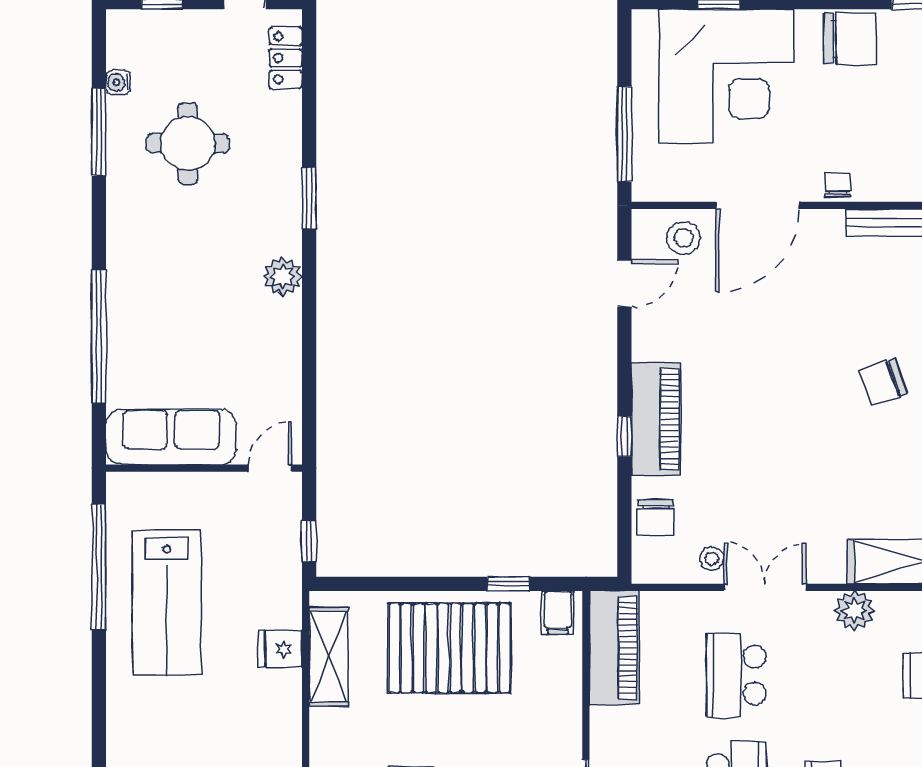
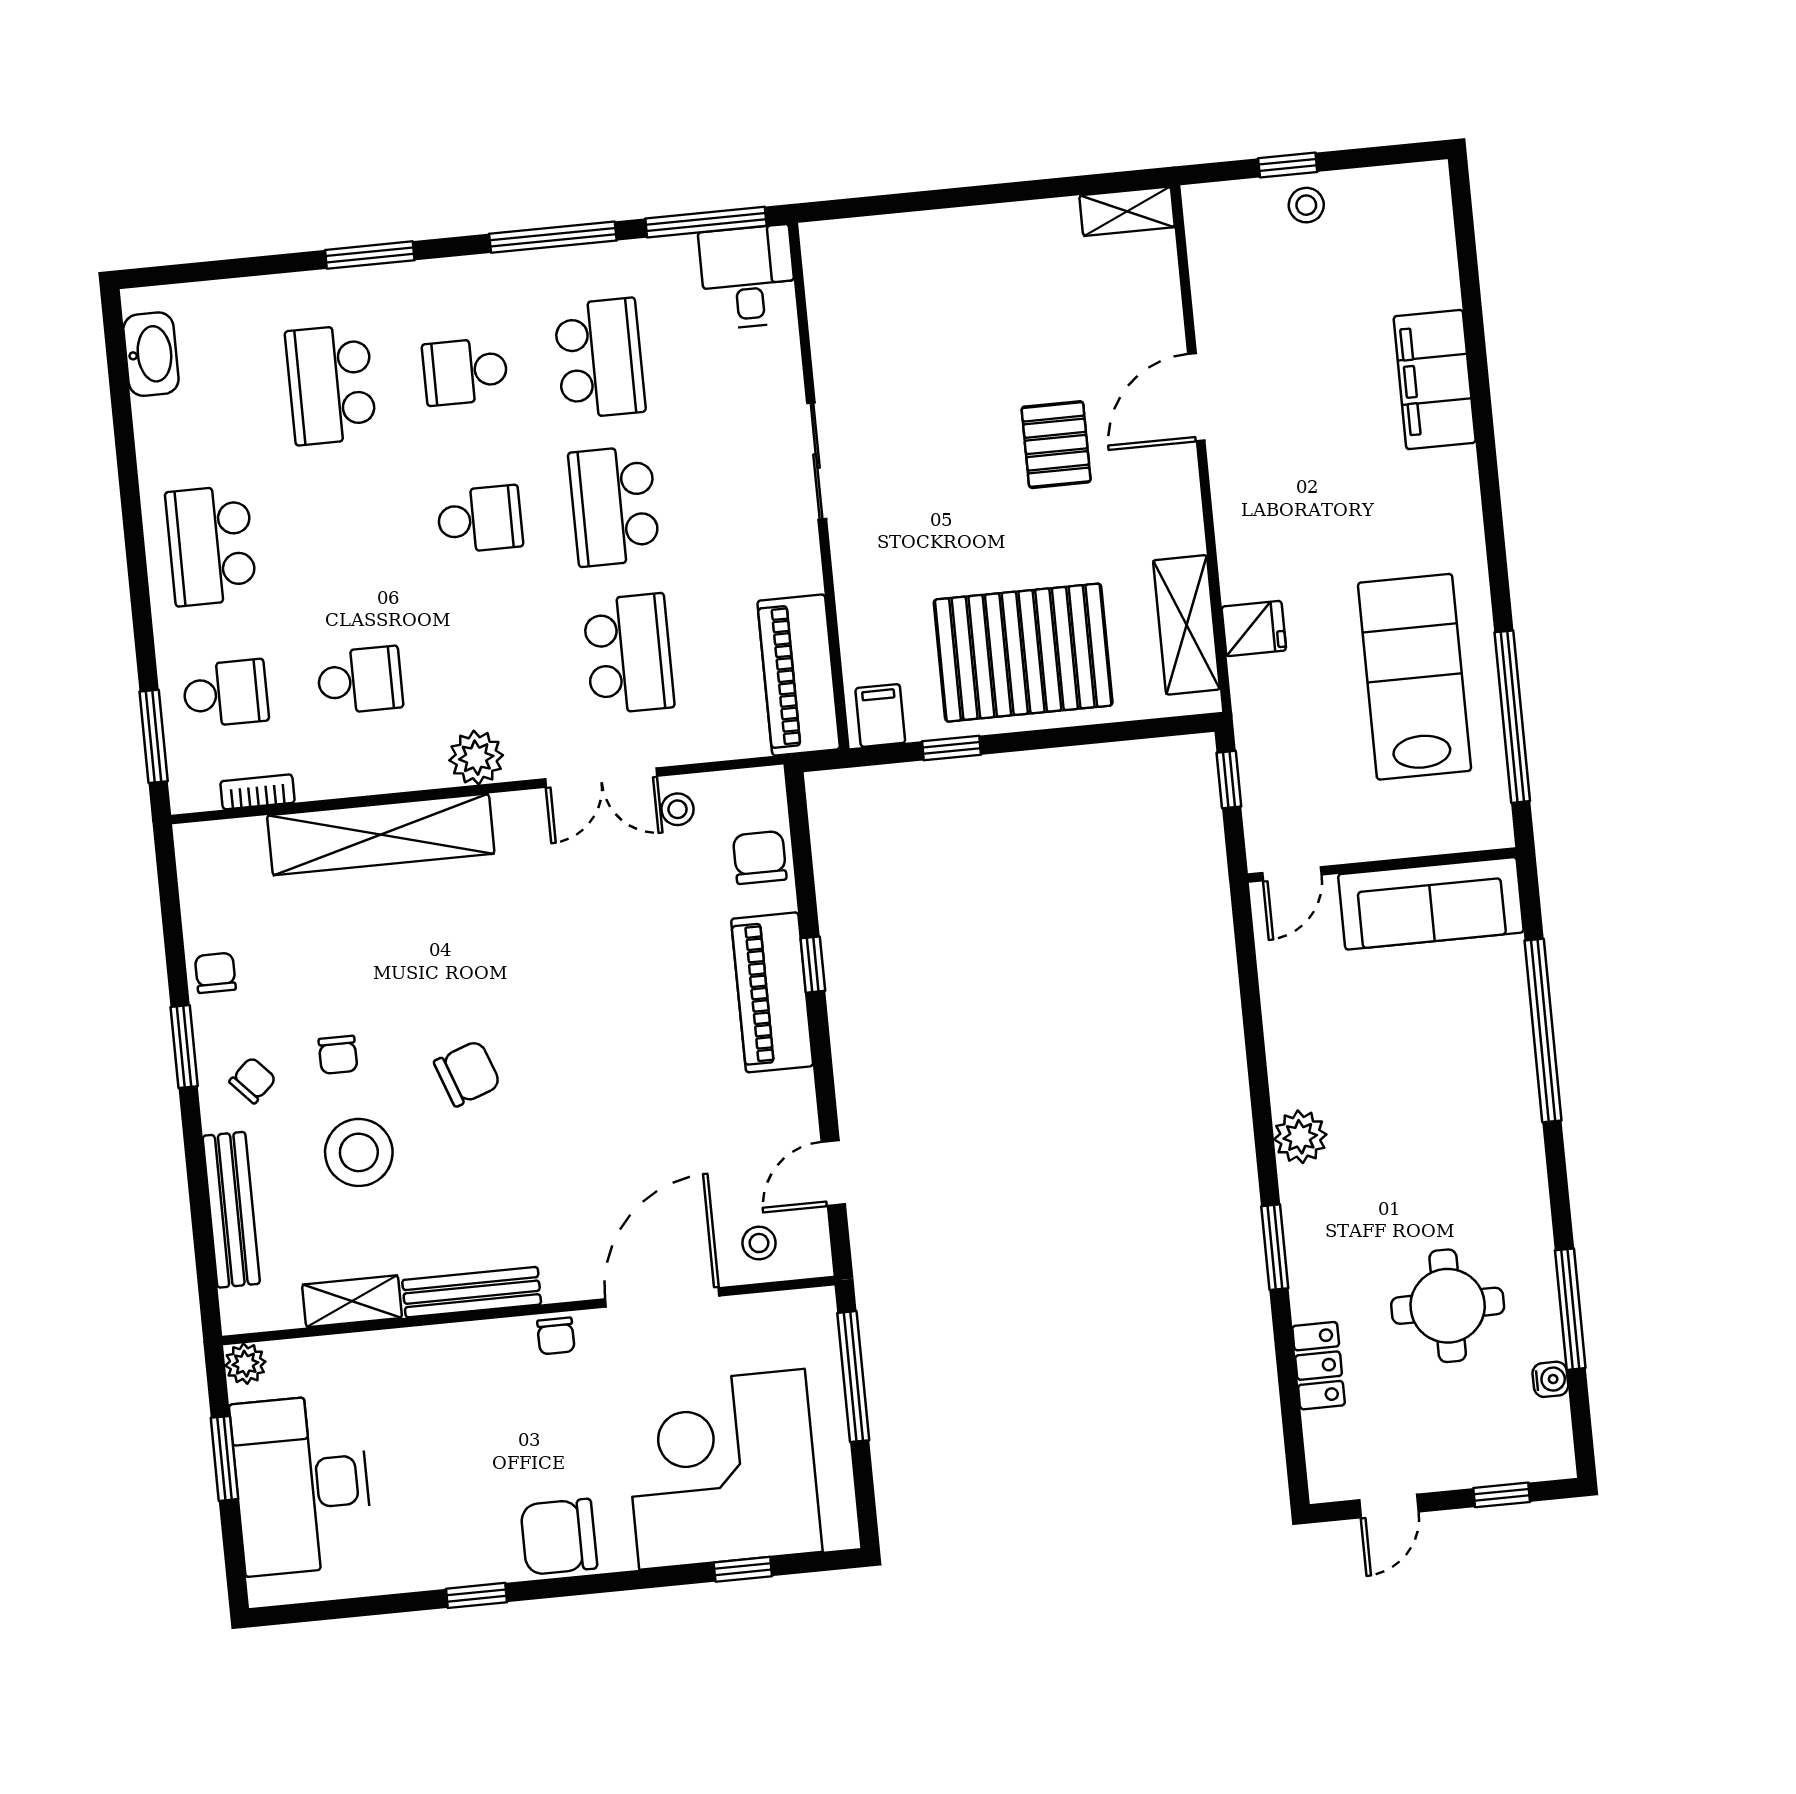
locker: (286, 58) -> (1319, 1366), moved
stool: (683, 238) -> (759, 1243), width x0.73, depth x0.73

